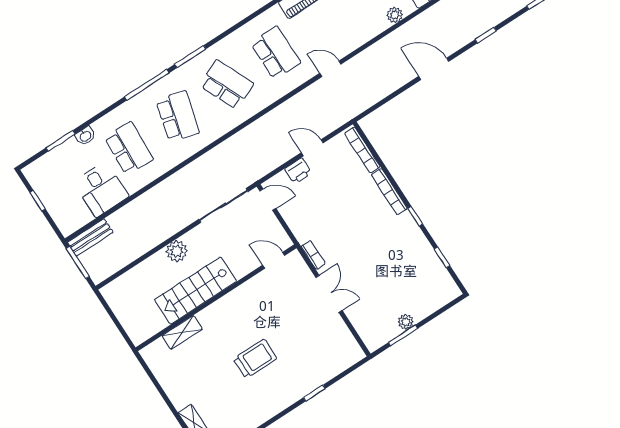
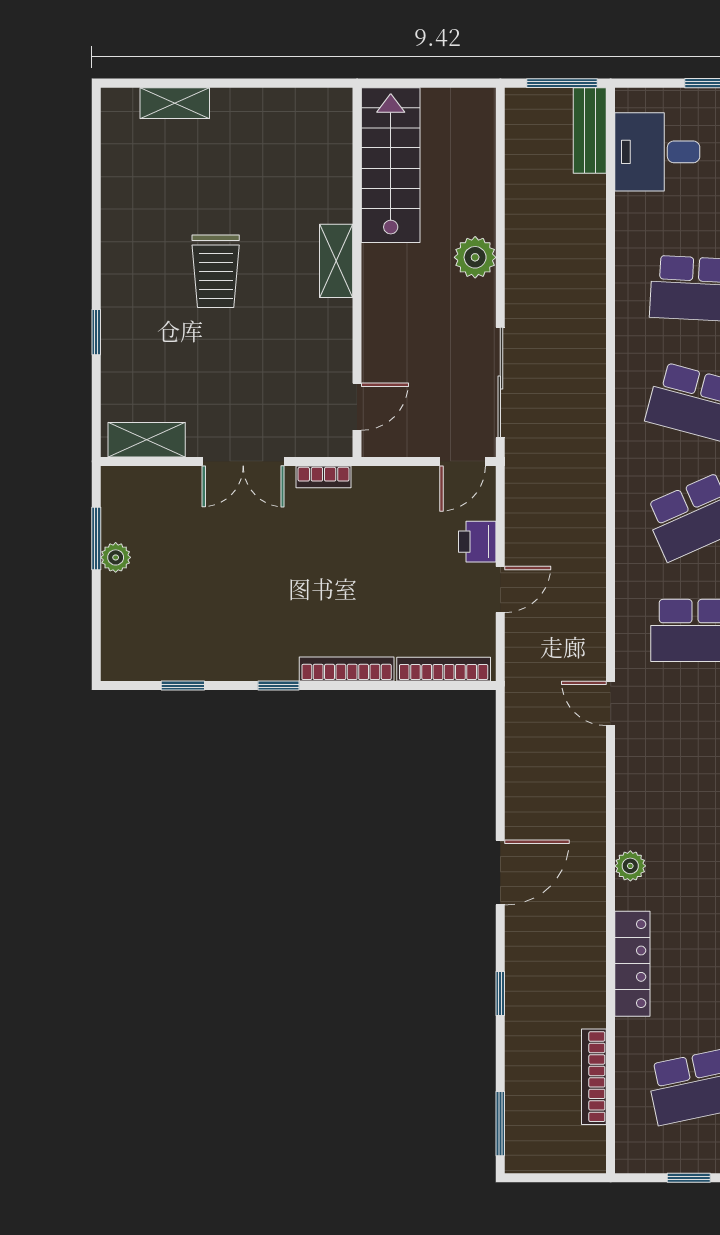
door: (330, 69) -> (611, 703), swing flipped
desk: (101, 189) -> (657, 152), moved
stairs: (196, 290) -> (391, 165), moved
shelving: (182, 332) -> (336, 261), moved
shelving: (347, 341) -> (147, 440), added

